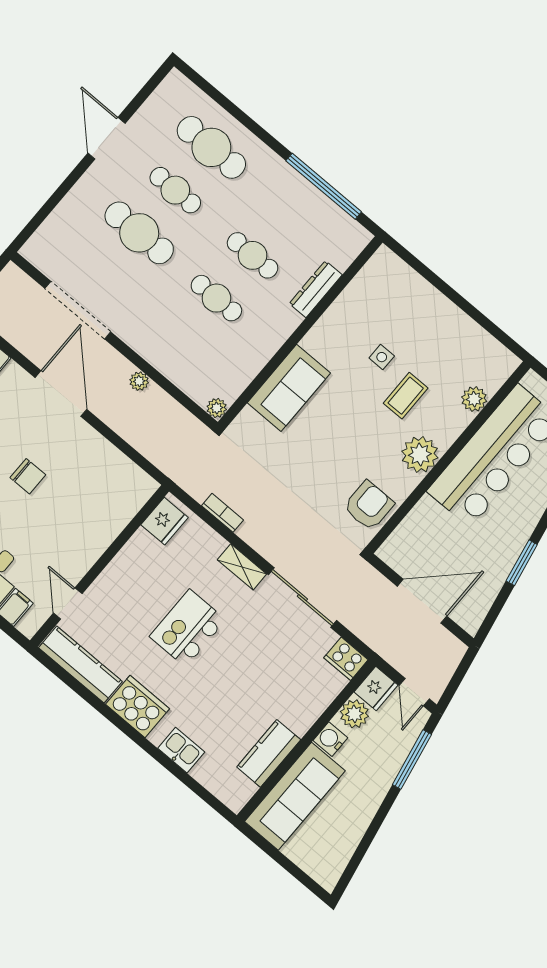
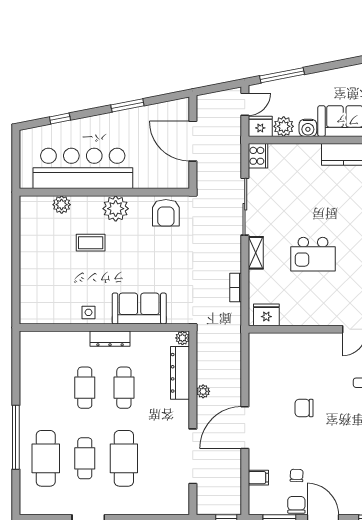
window: (324, 186) -> (16, 437), moved
dresser: (316, 289) -> (110, 339), moved
side table: (382, 357) -> (88, 312), moved
dresser: (181, 373) -> (180, 373), added
chair: (28, 476) -> (304, 408), turned -90
armchair: (369, 505) -> (166, 213), turned -90

